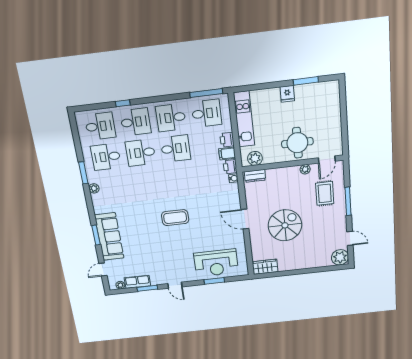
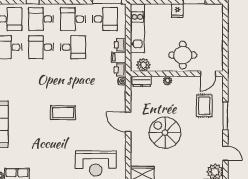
desk: (135, 122) -> (41, 19), turned 180
plant: (305, 169) -> (168, 81), moved
spiral stairs: (285, 225) -> (165, 133), turned -90

